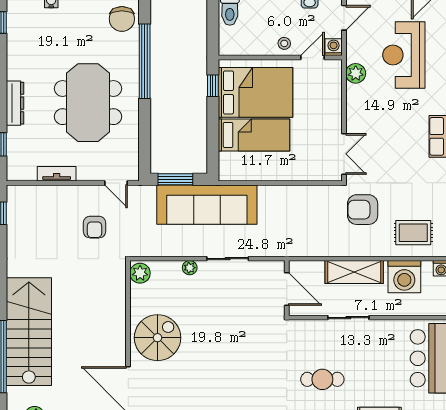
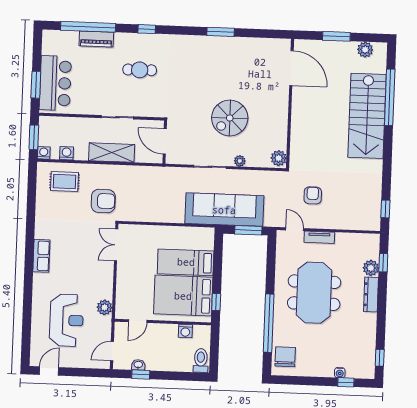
stool: (284, 43) -> (159, 333), removed
washing machine: (334, 47) -> (185, 331), moved
plant: (16, 137) -> (371, 268), added
tv unit: (57, 174) -> (319, 237), moved
washing machine: (404, 277) -> (66, 153), width x0.53, depth x0.53
spiral stairs: (158, 338) -> (230, 118), moved

